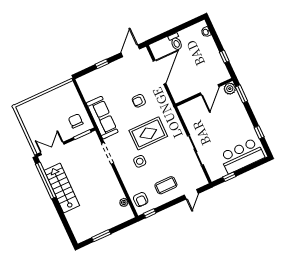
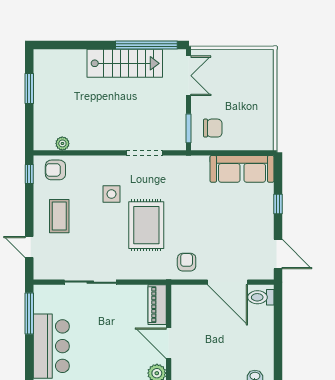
toilet: (176, 42) -> (261, 297), moved
armchair: (139, 101) -> (187, 262), moved
piano: (191, 106) -> (157, 305), added
sofa: (102, 118) -> (242, 169), moved
window: (229, 177) -> (29, 314), width x2.17

